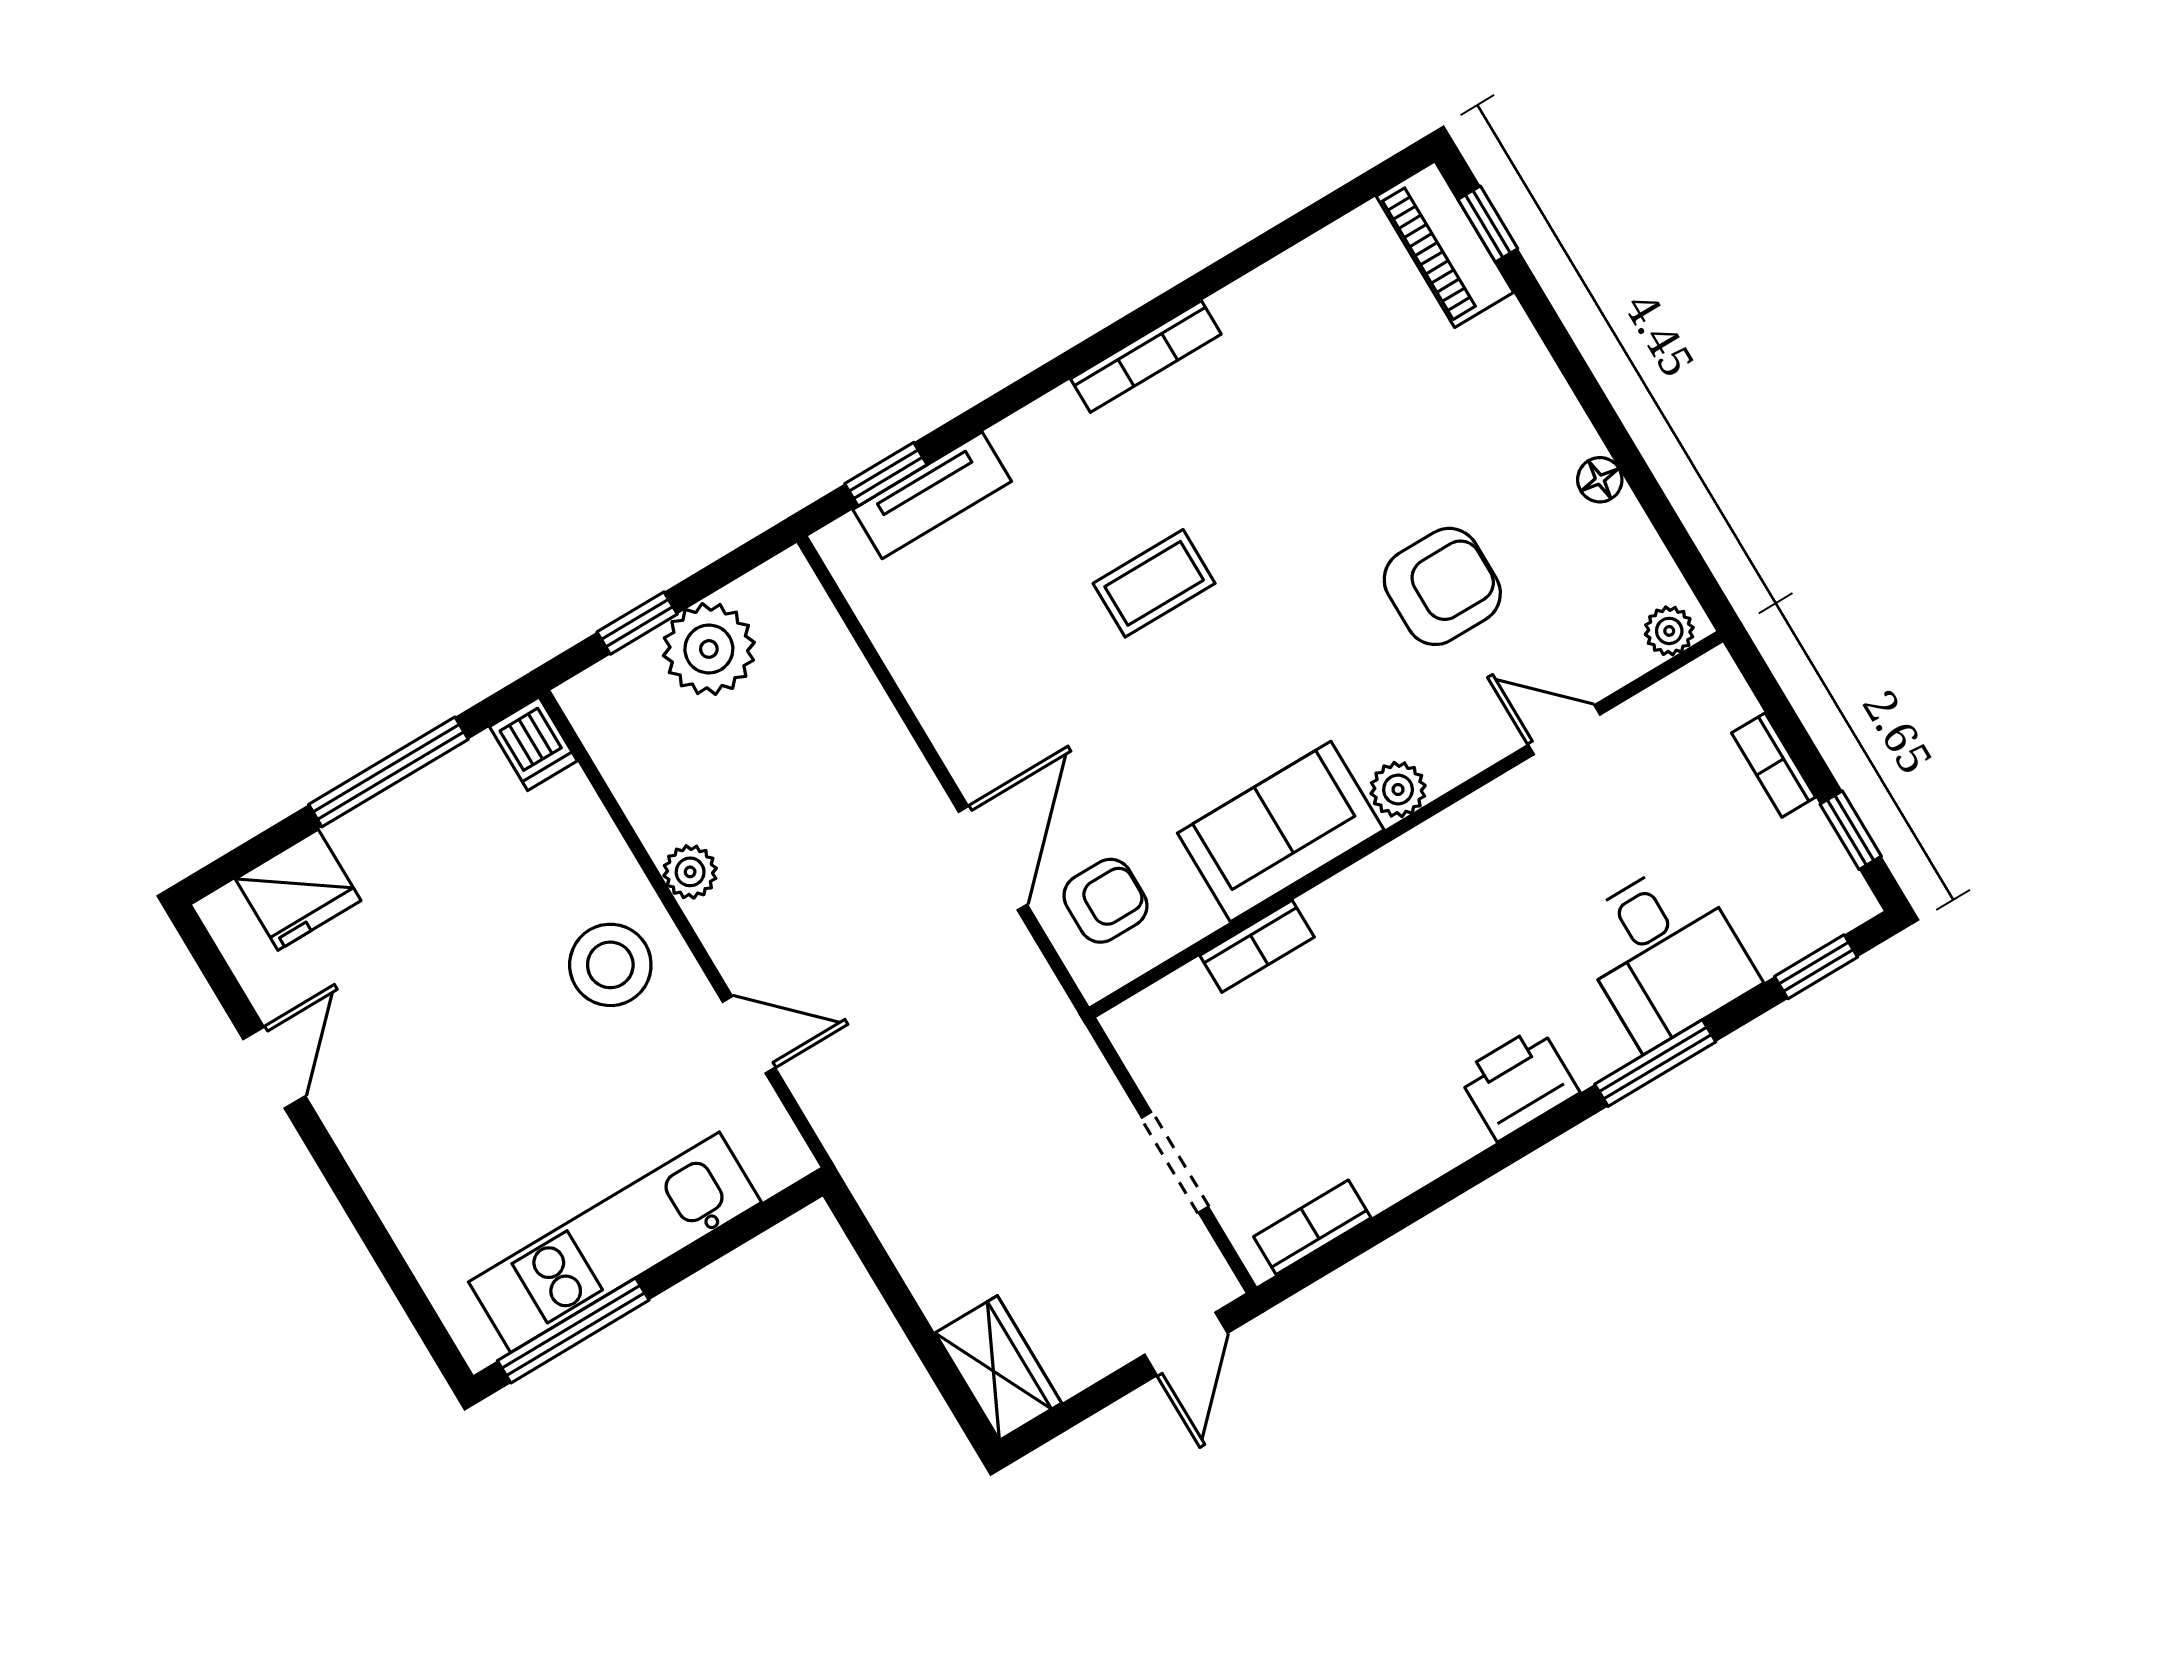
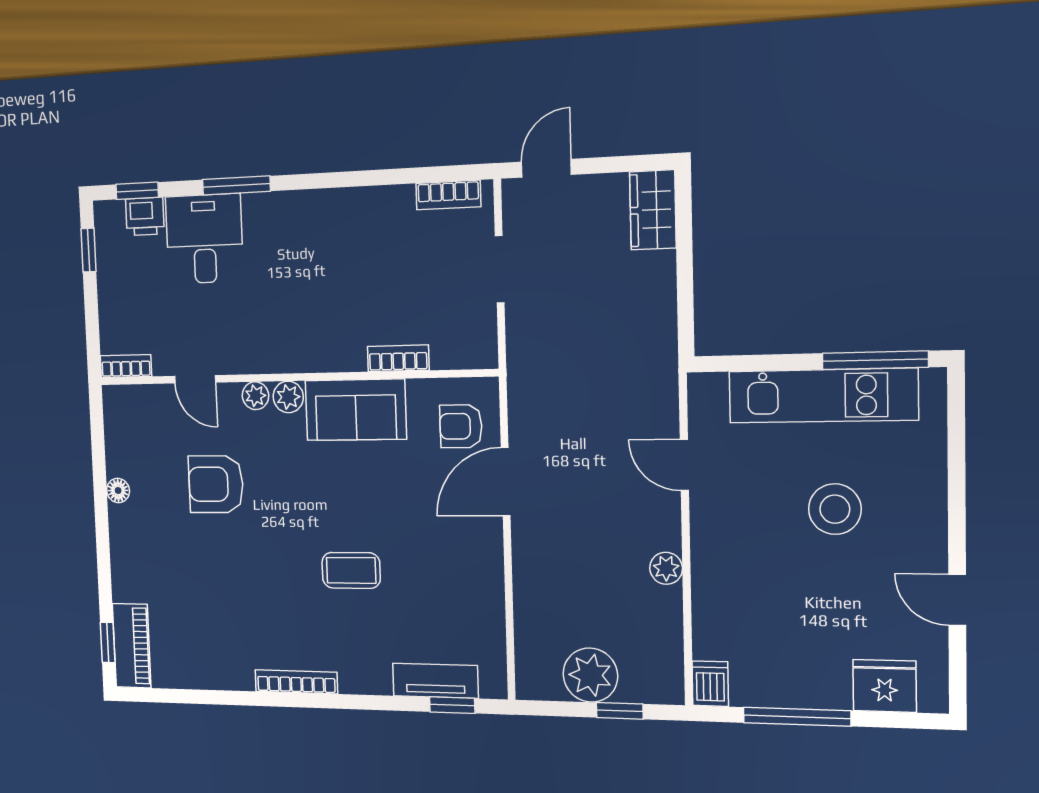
plant: (1669, 631) -> (255, 396), moved
bookcase: (1774, 765) -> (126, 366), moved, turned -90
stool: (610, 965) -> (835, 509), moved
door: (274, 1068) -> (957, 600), hinge flipped
printer: (1518, 1083) -> (145, 216), moved, width x0.73, depth x0.81

